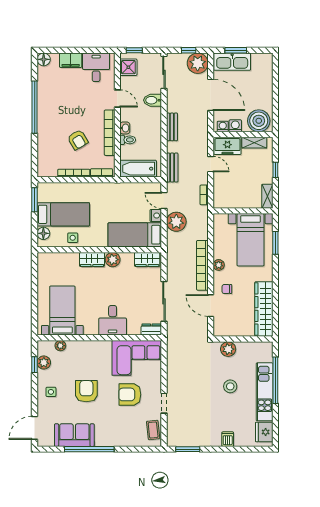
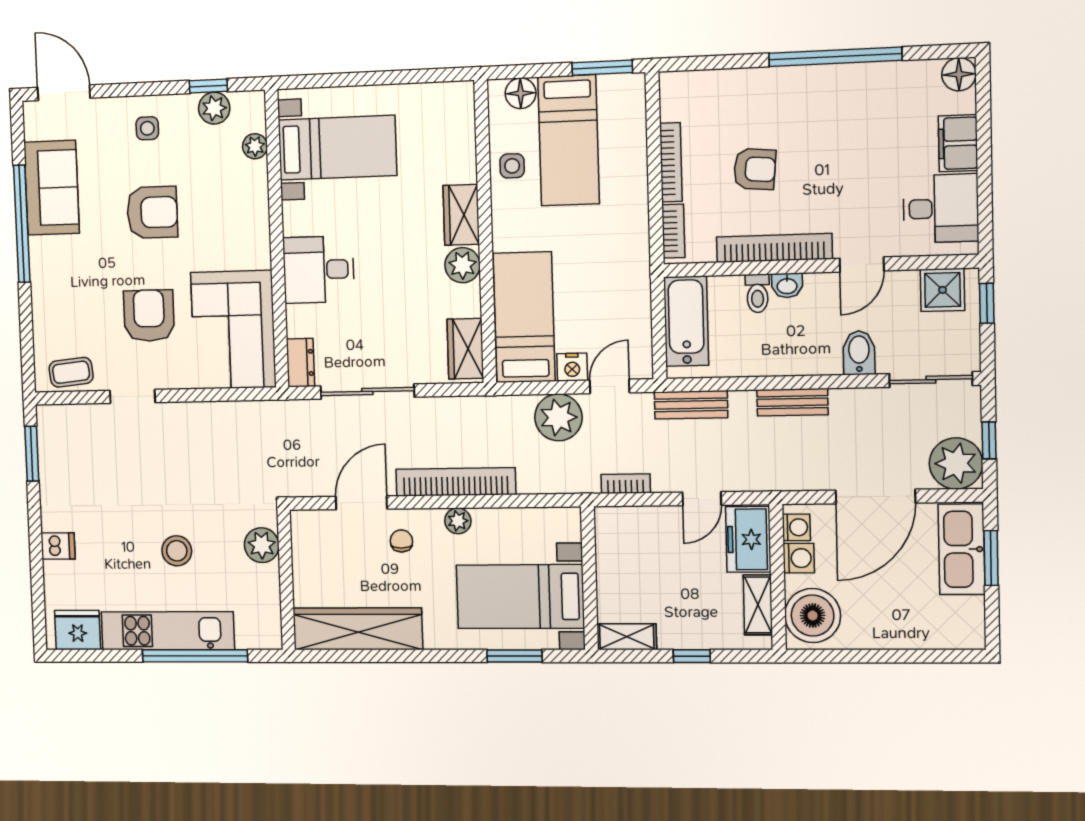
armchair: (78, 140) -> (755, 169), turned -144

